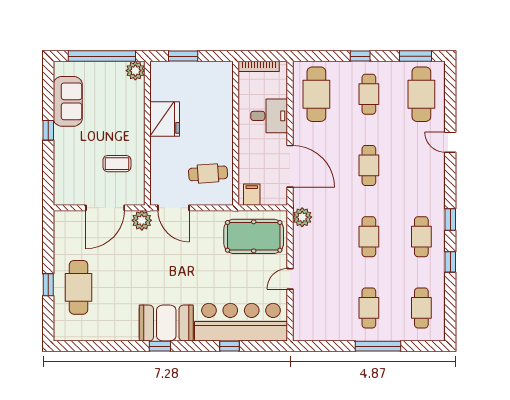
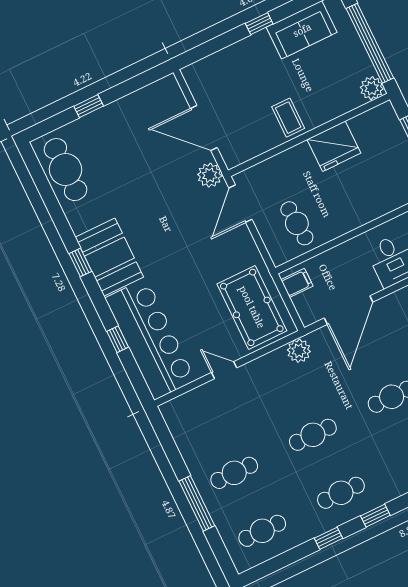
coffee table: (117, 164) -> (288, 118), moved
cafe table: (79, 287) -> (66, 170), moved, turned 90

